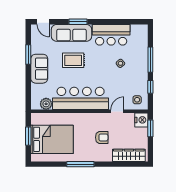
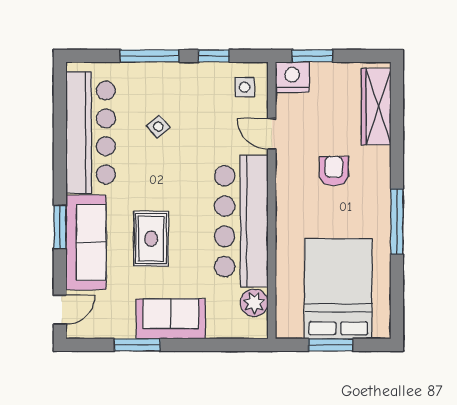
bar counter: (111, 35) -> (91, 132), width x1.36

